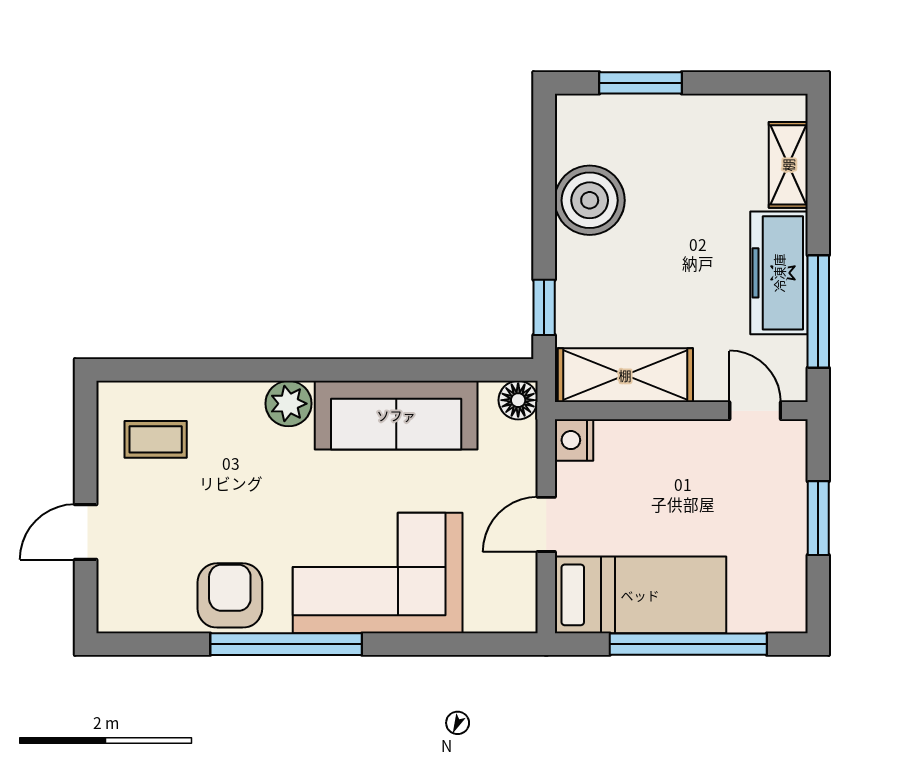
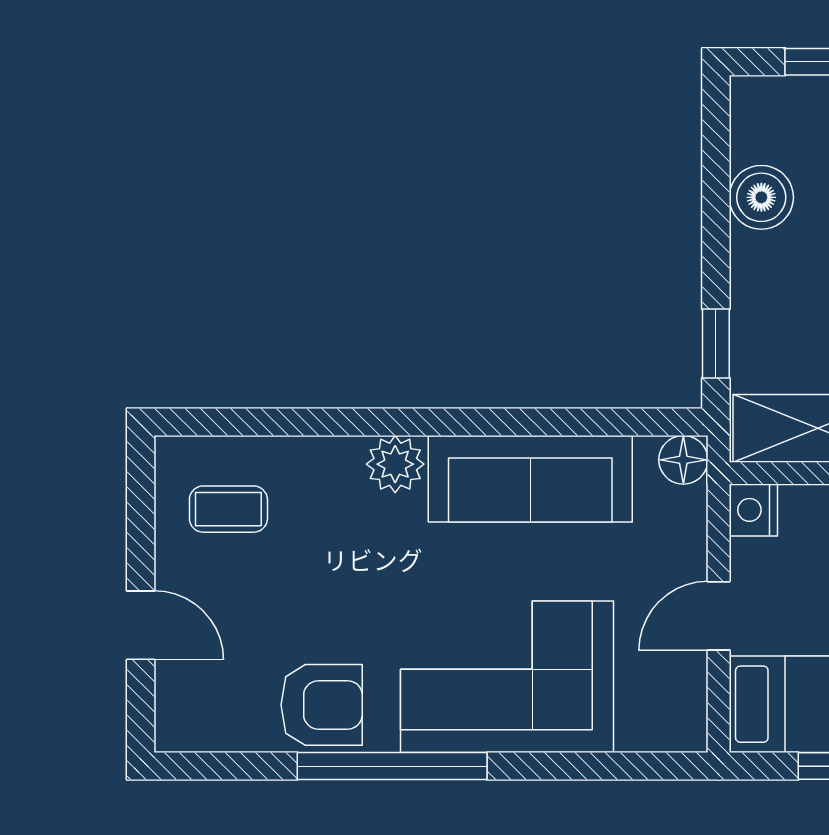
boiler: (590, 200) -> (761, 197), width x0.73, depth x0.73
door: (86, 532) -> (141, 625), swing flipped
armchair: (230, 595) -> (322, 705), turned 90

